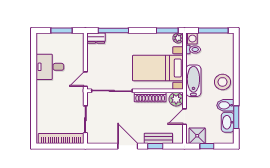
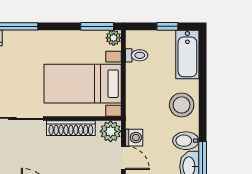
window: (213, 31) -> (167, 26), width x0.46
washing machine: (191, 39) -> (134, 138), moved
bathtub: (193, 81) -> (187, 54), moved, turned 180
door: (184, 117) -> (123, 158), swing flipped

